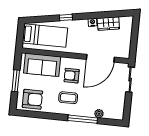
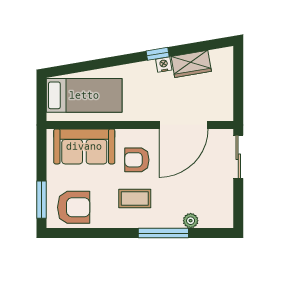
window: (66, 17) -> (158, 54), moved
window: (16, 81) -> (42, 200), moved

